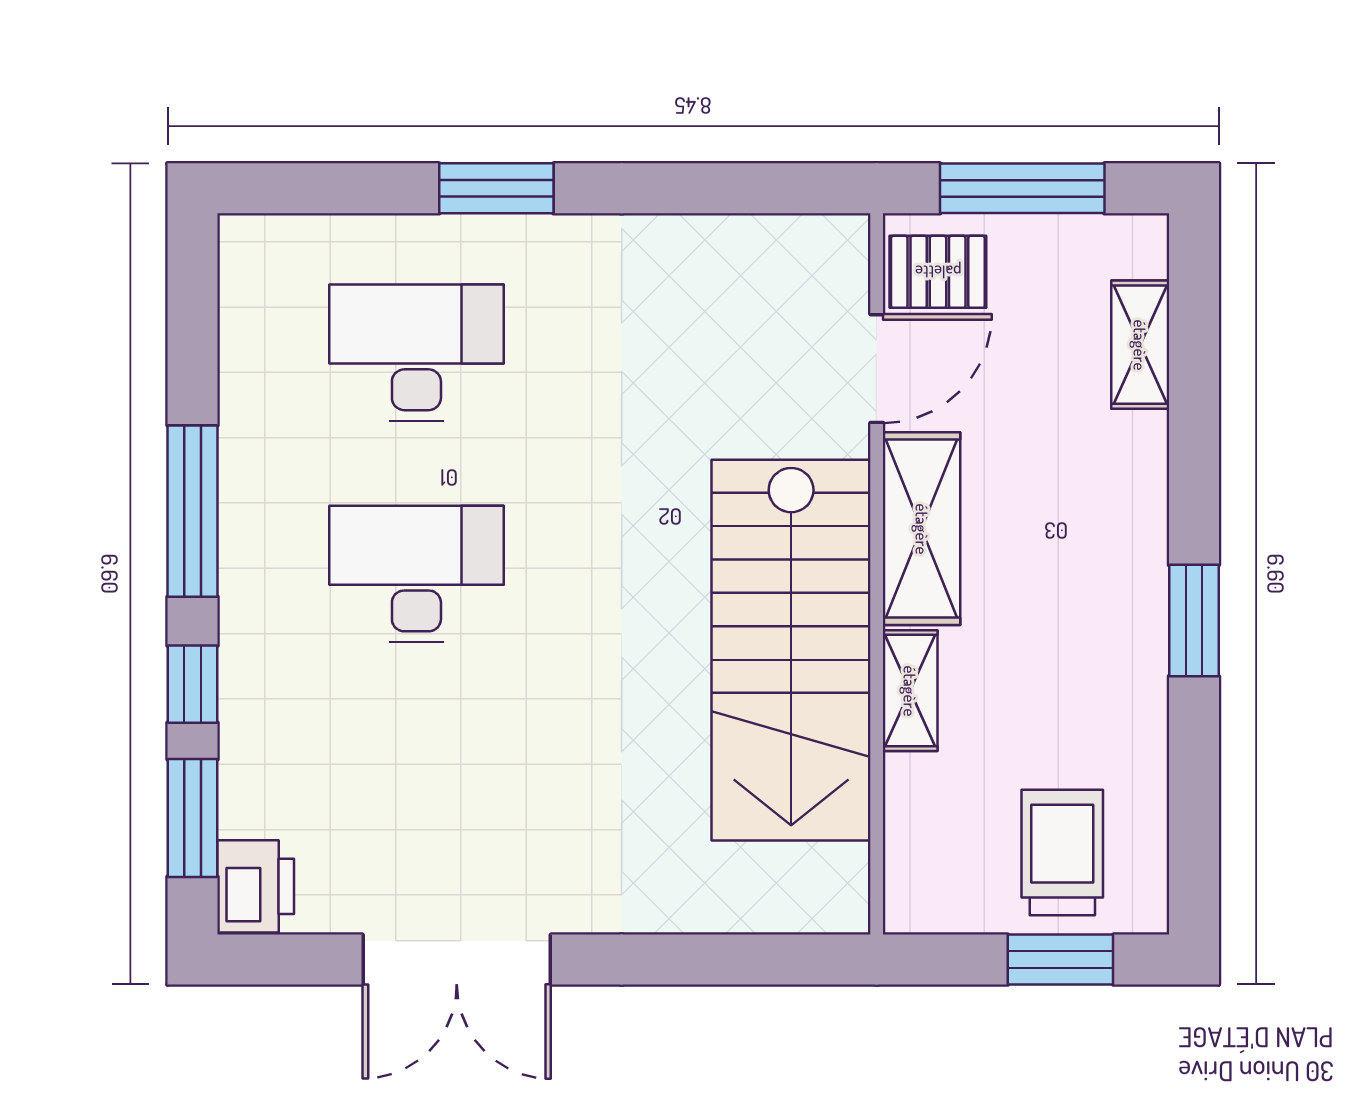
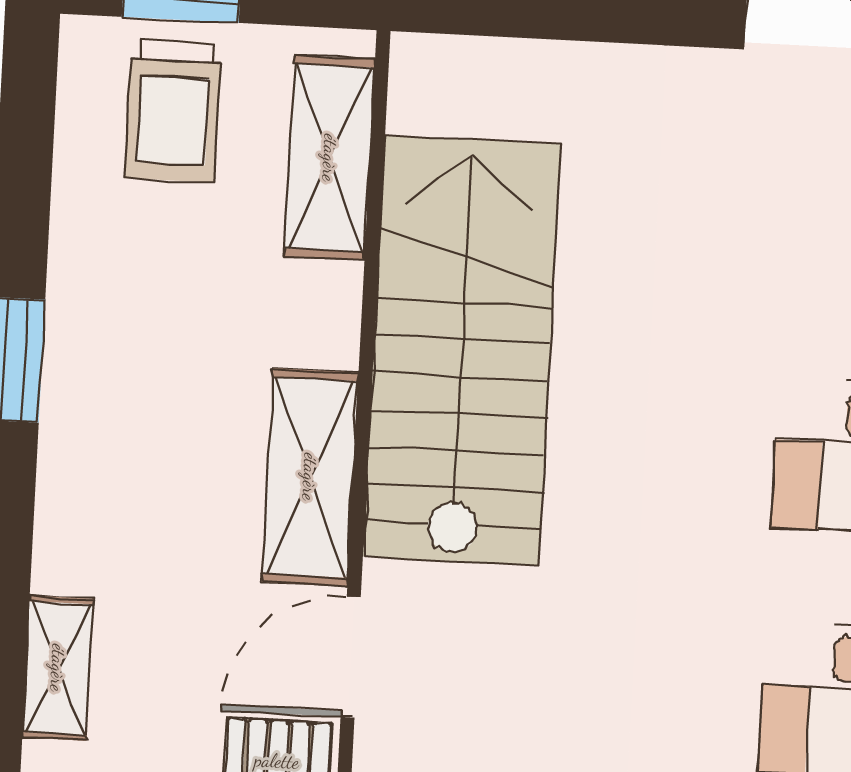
shelving: (910, 691) -> (330, 158), moved, width x1.50, depth x1.33

